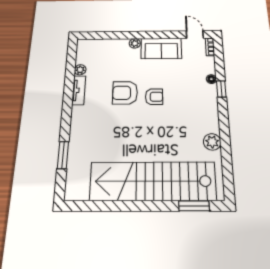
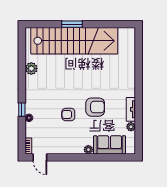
sofa: (161, 48) -> (110, 145), moved
armchair: (154, 97) -> (68, 114), moved
window: (63, 155) -> (139, 59), removed
window: (194, 206) -> (72, 24), moved

